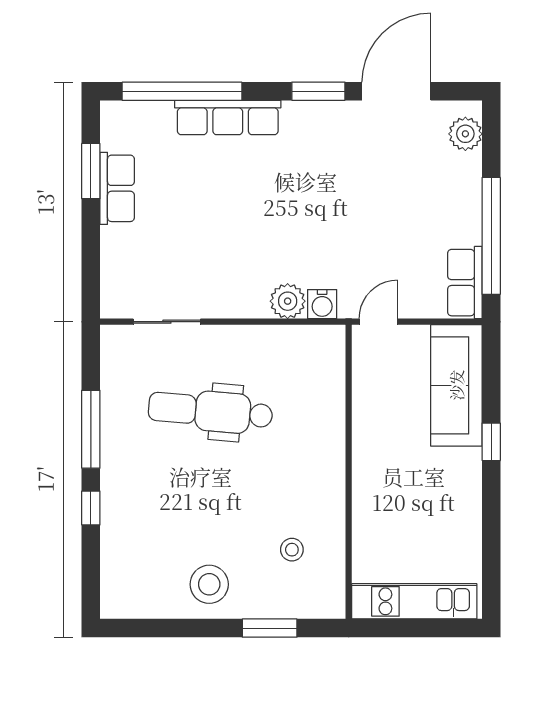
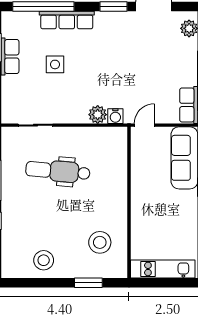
side table: (205, 204) -> (55, 64), added
stool: (292, 550) -> (100, 242), width x1.89, depth x1.89
stool: (209, 584) -> (44, 260), moved

